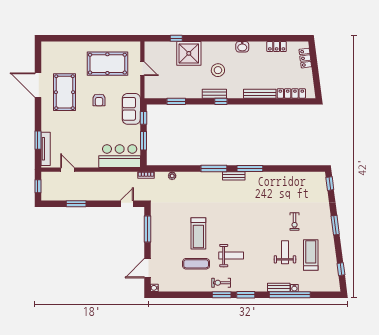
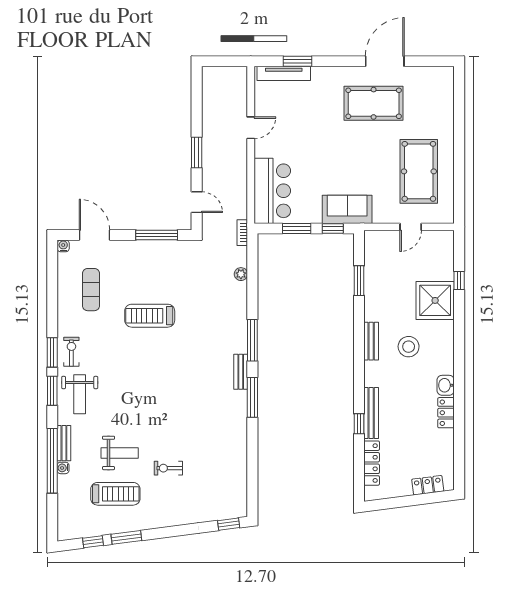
locker: (277, 47) -> (446, 413), moved
armchair: (99, 100) -> (361, 158), removed
window: (221, 101) -> (359, 424), moved
door: (68, 170) -> (251, 128), moved
window: (38, 186) -> (224, 61), removed
window: (76, 204) -> (197, 153), moved
window: (335, 225) -> (126, 537), moved
weight bench: (231, 256) -> (80, 394), moved
exercise mat: (196, 264) -> (91, 290), moved

